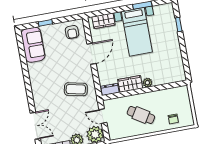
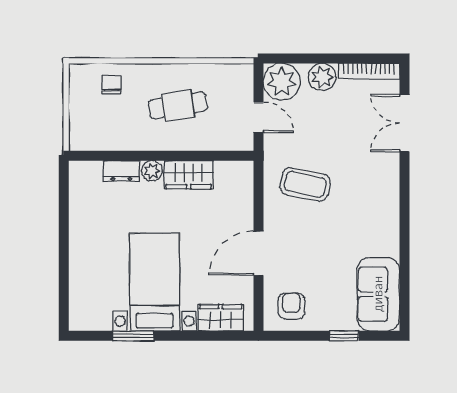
window: (179, 24) -> (64, 281), removed
dresser: (110, 89) -> (121, 171), moved
cafe table: (141, 115) -> (178, 105), turned -41

